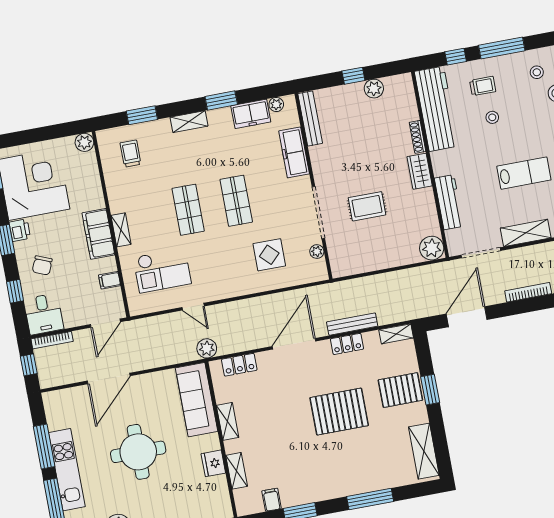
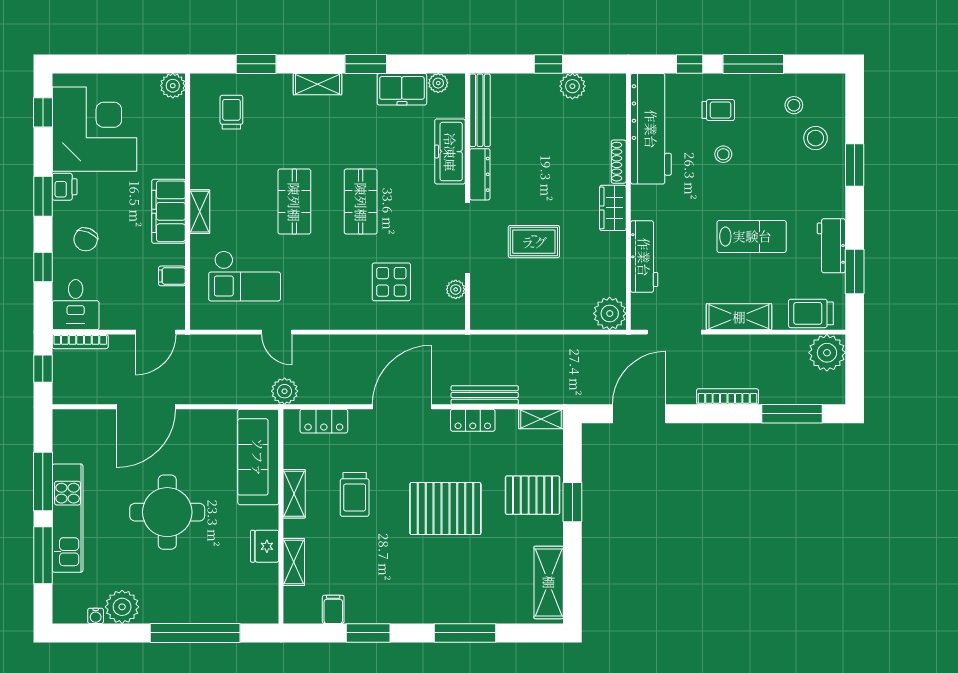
dresser: (319, 165) -> (480, 174), added
trolley: (271, 414) -> (355, 494), added

